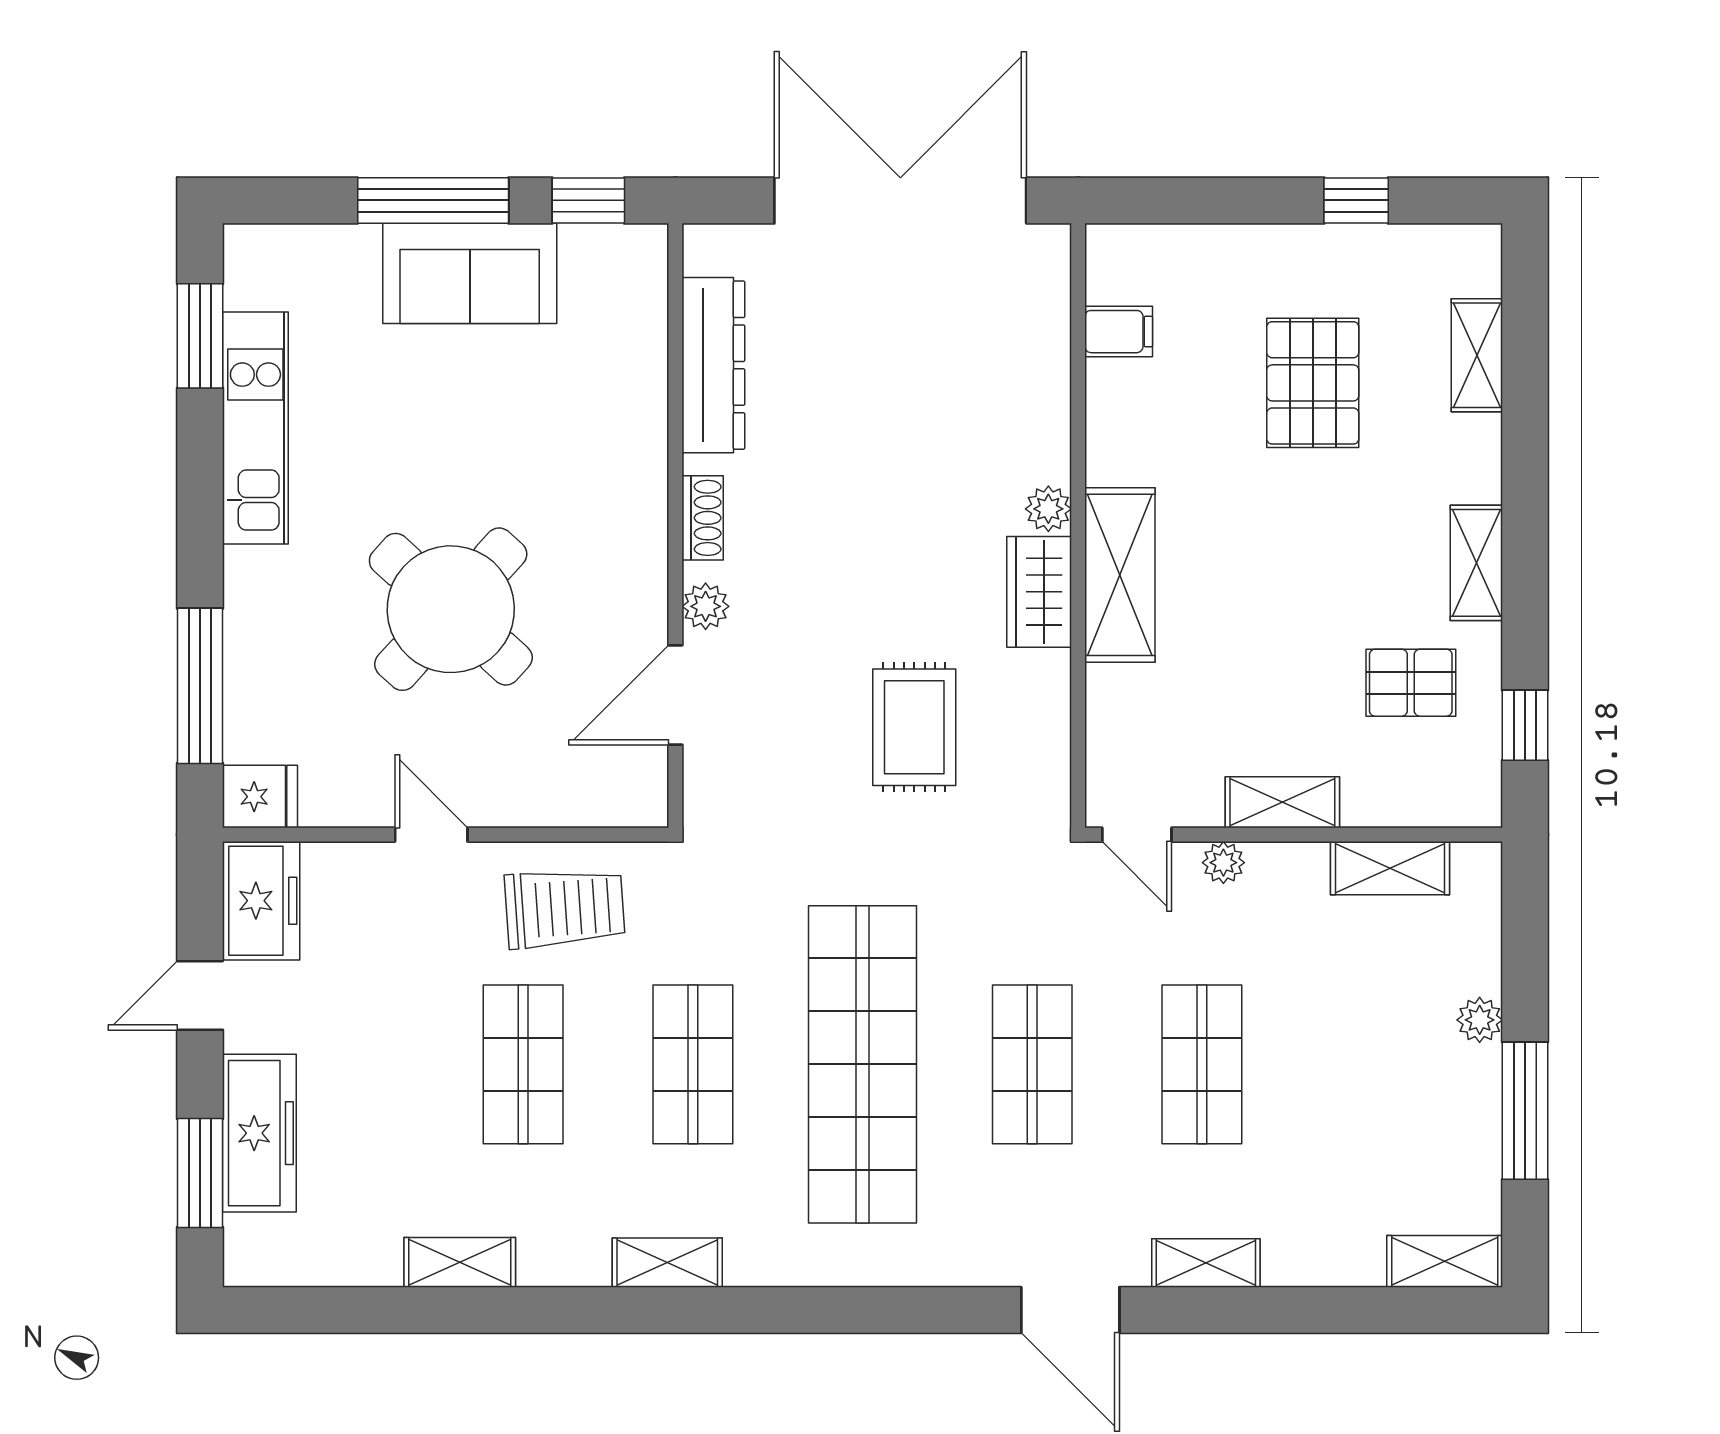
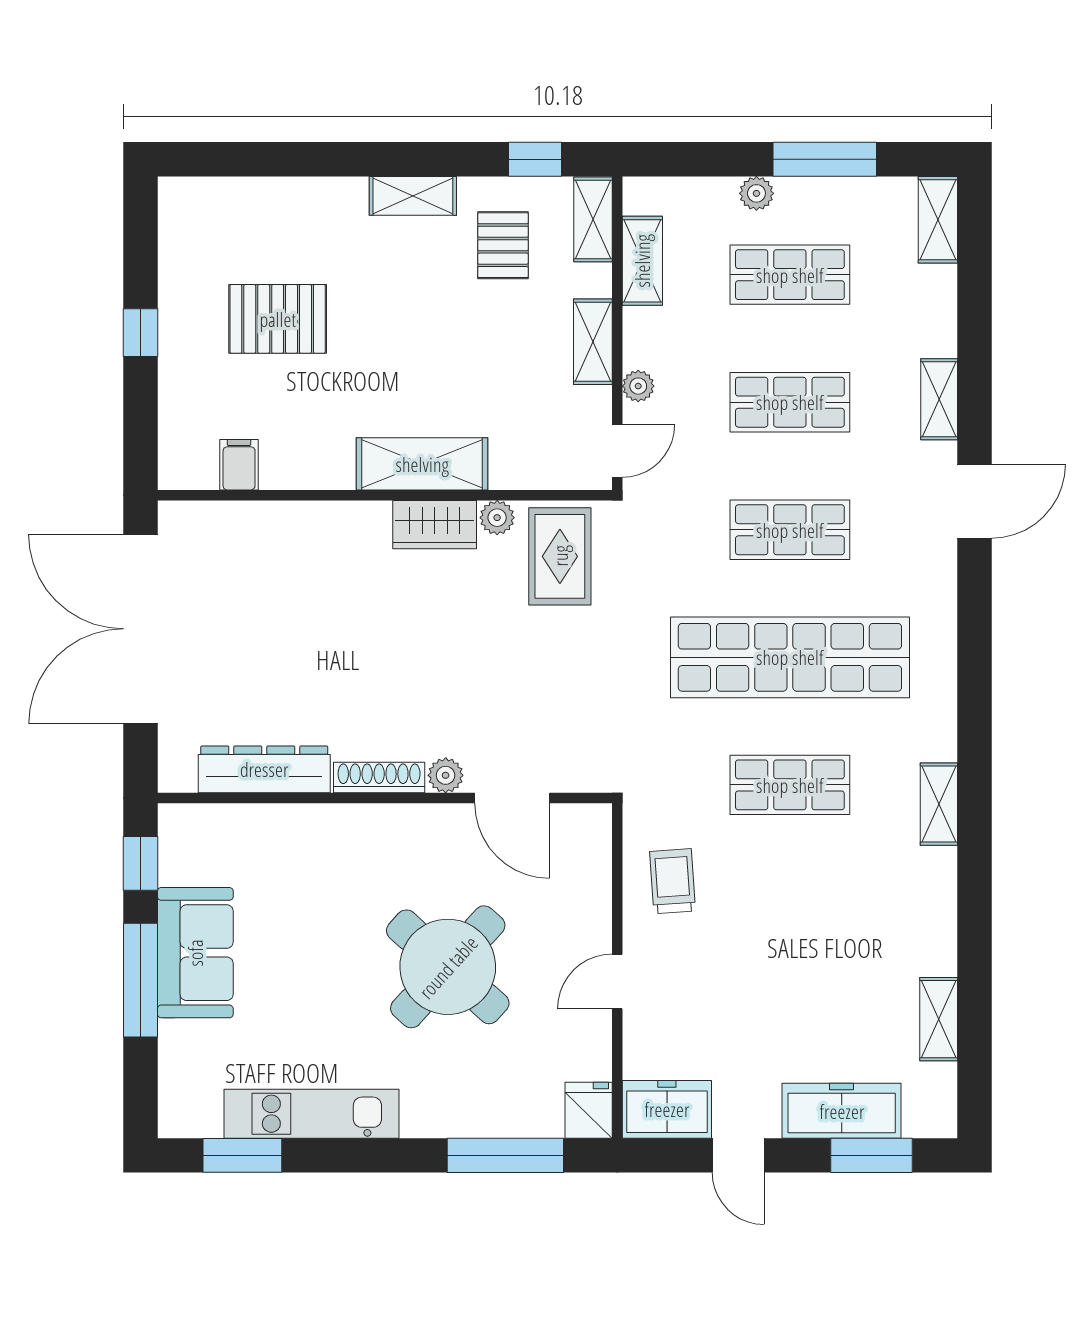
window: (1356, 200) -> (140, 333), moved
shelving: (1477, 355) -> (593, 219), moved, turned 90
plant: (1048, 509) -> (497, 518), moved
shoe rack: (703, 518) -> (379, 777), width x1.43
rug: (914, 727) -> (560, 556), moved, turned 90
trolley: (565, 908) -> (673, 881), width x0.73, depth x0.72
shop shelf: (523, 1064) -> (790, 275), moved
shelving: (460, 1262) -> (939, 1019), moved

